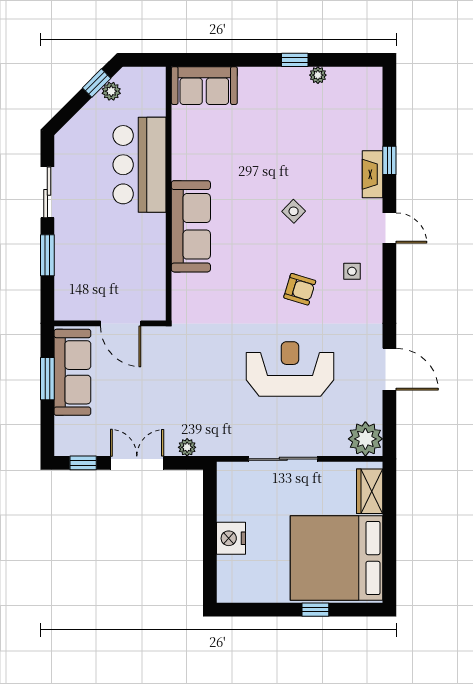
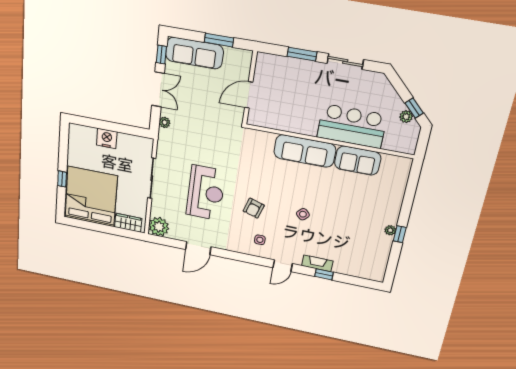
plant: (318, 75) -> (390, 230), moved
sofa: (204, 86) -> (358, 161), moved, turned -90
sofa: (72, 372) -> (194, 53), moved

